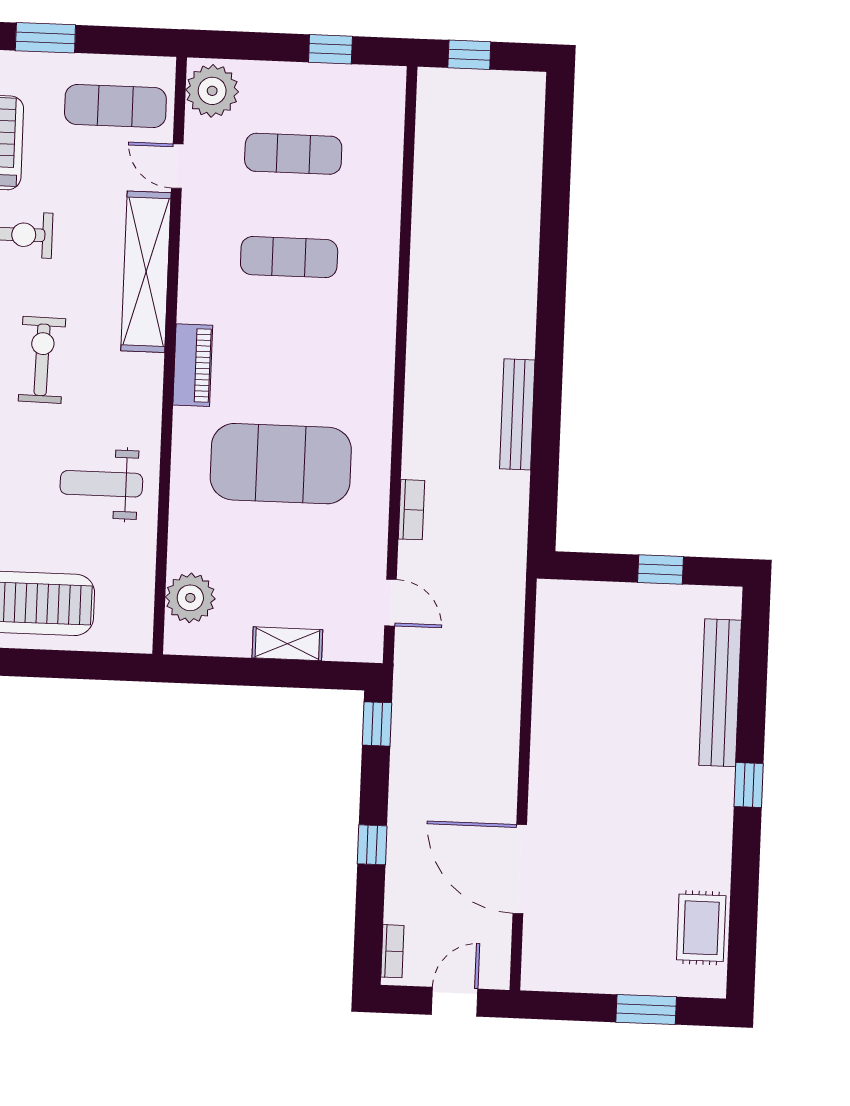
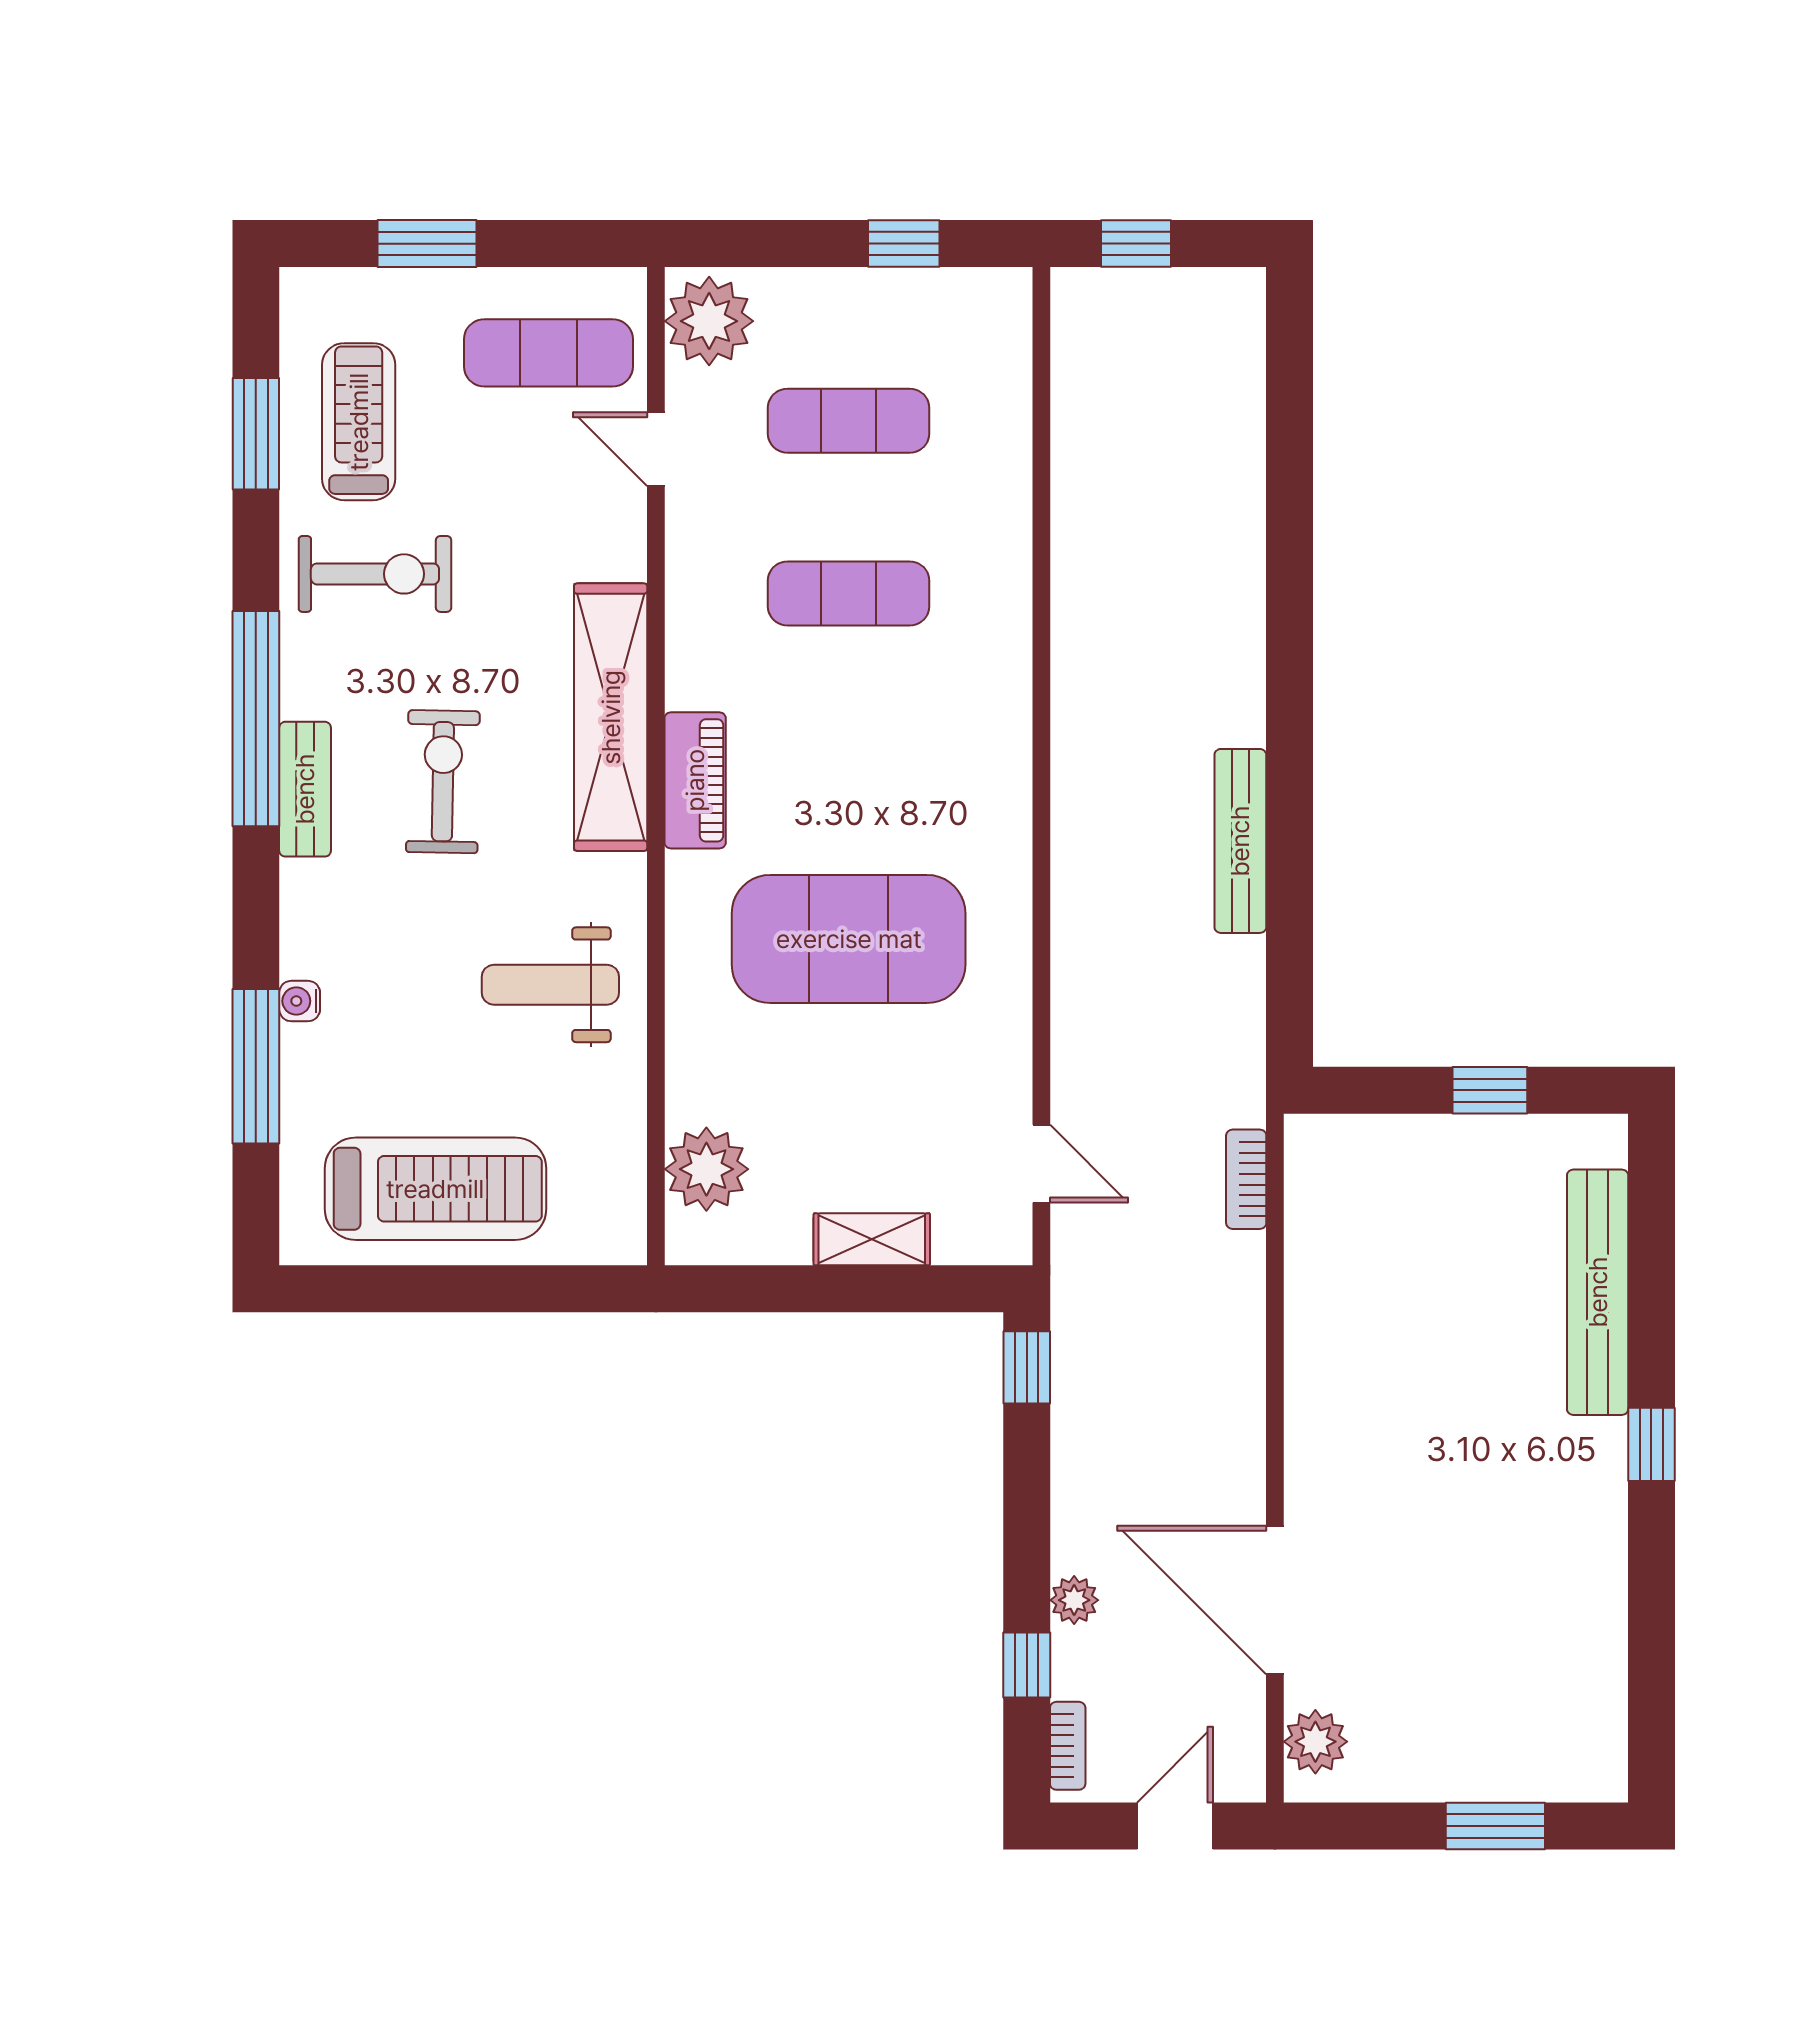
shelving: (146, 272) -> (611, 717), moved
bookcase: (411, 510) -> (1246, 1179), moved, turned 180
window: (372, 845) -> (1027, 1665), moved
plant: (400, 864) -> (1074, 1600), added
rug: (701, 928) -> (1582, 1686), removed
plant: (541, 955) -> (1315, 1742), added

